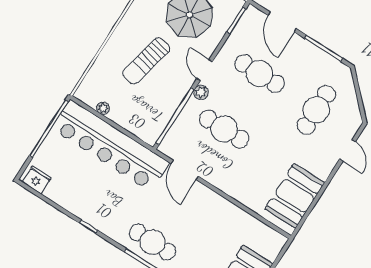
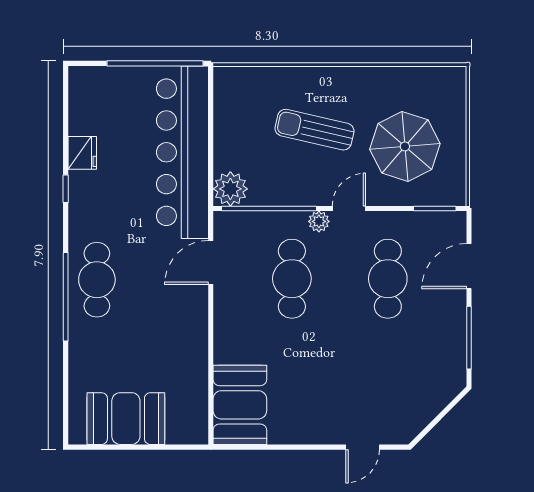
plant: (103, 108) -> (230, 189), moved, width x1.88, depth x1.88
cafe table: (316, 110) -> (388, 377), removed
fridge: (37, 180) -> (82, 153), moved
booth: (295, 196) -> (240, 405), moved, turned 90

